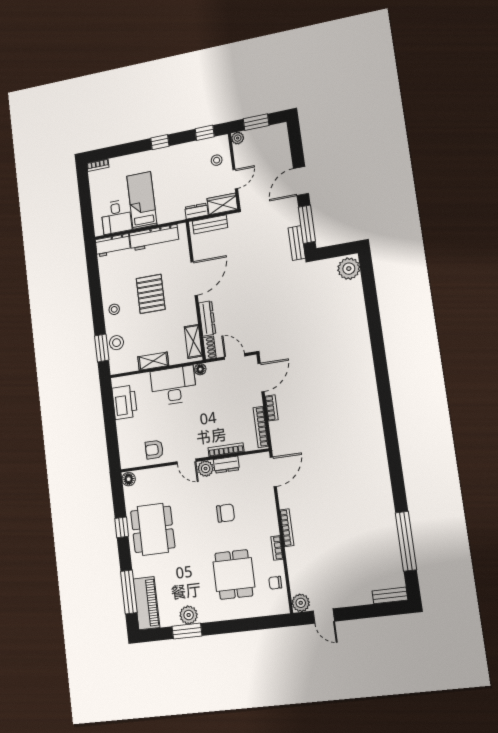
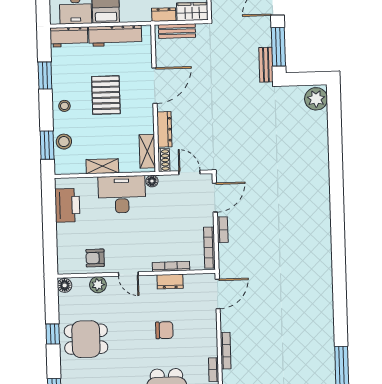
window: (95, 284) -> (45, 76), added
plant: (206, 469) -> (98, 285), moved
dining table: (153, 529) -> (86, 339), width x0.73

